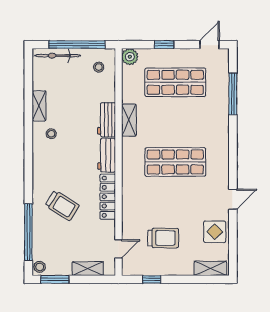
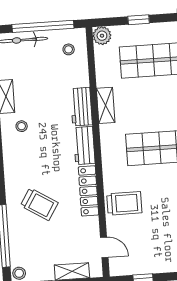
trolley: (163, 238) -> (124, 203), moved
door: (118, 249) -> (104, 247), hinge flipped

